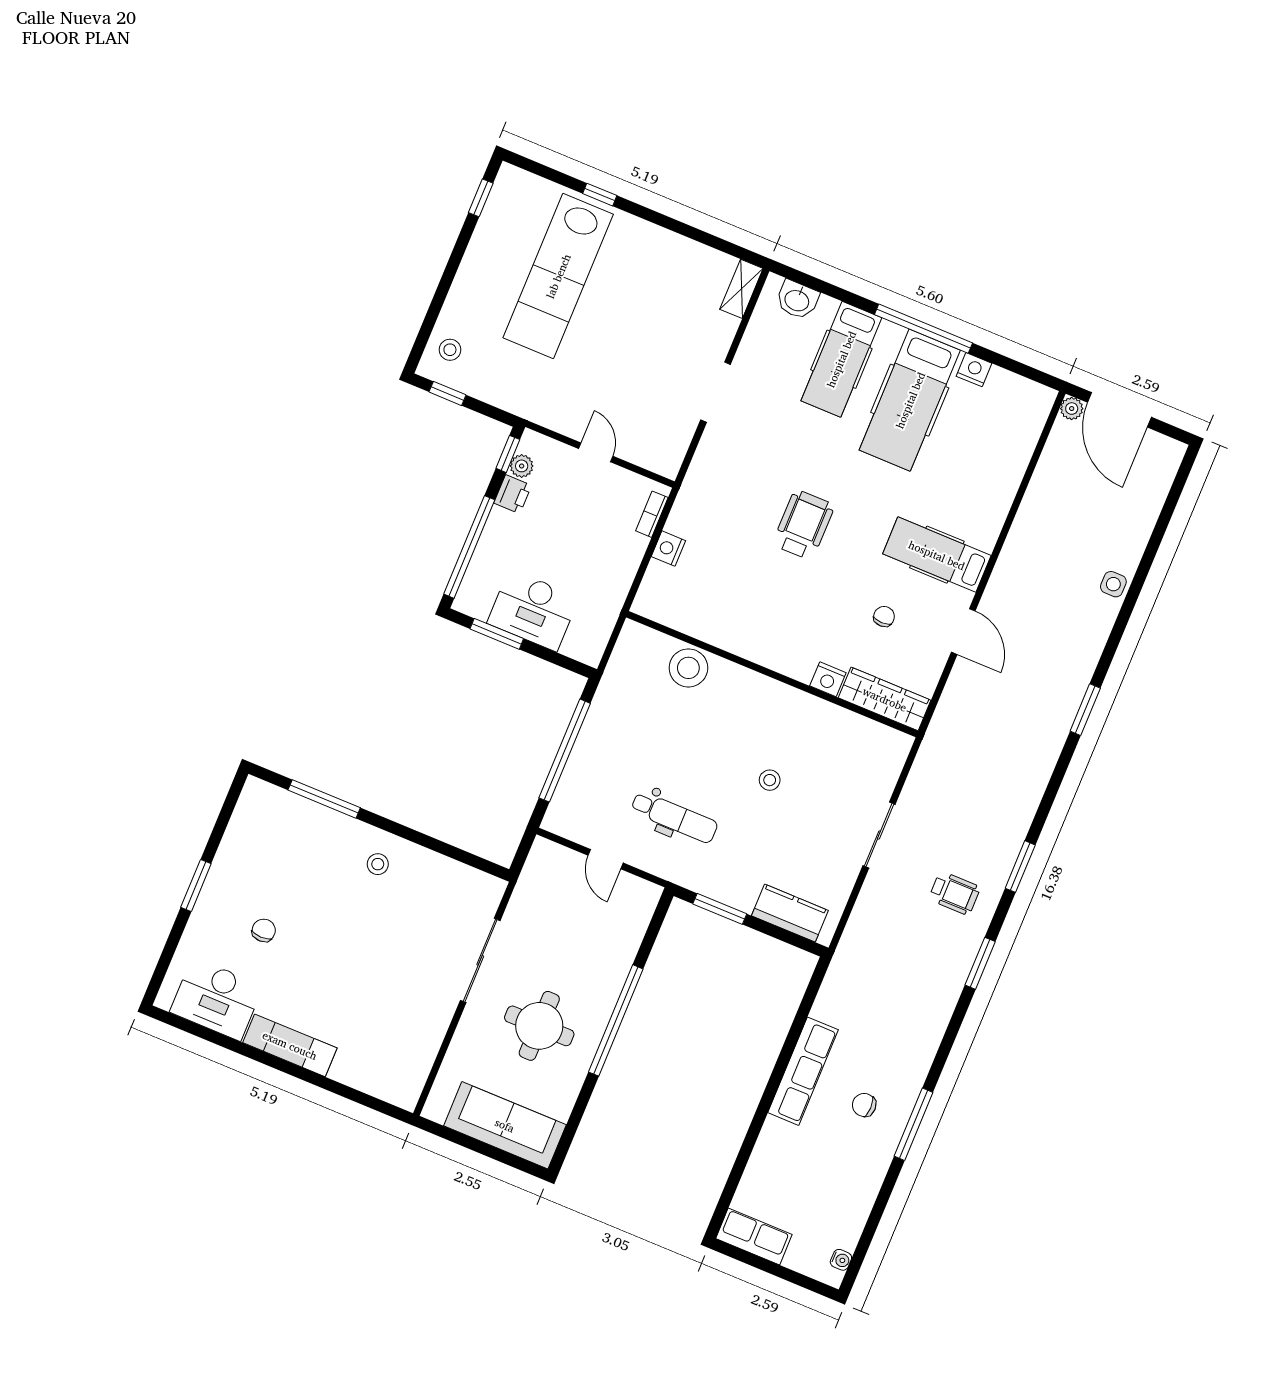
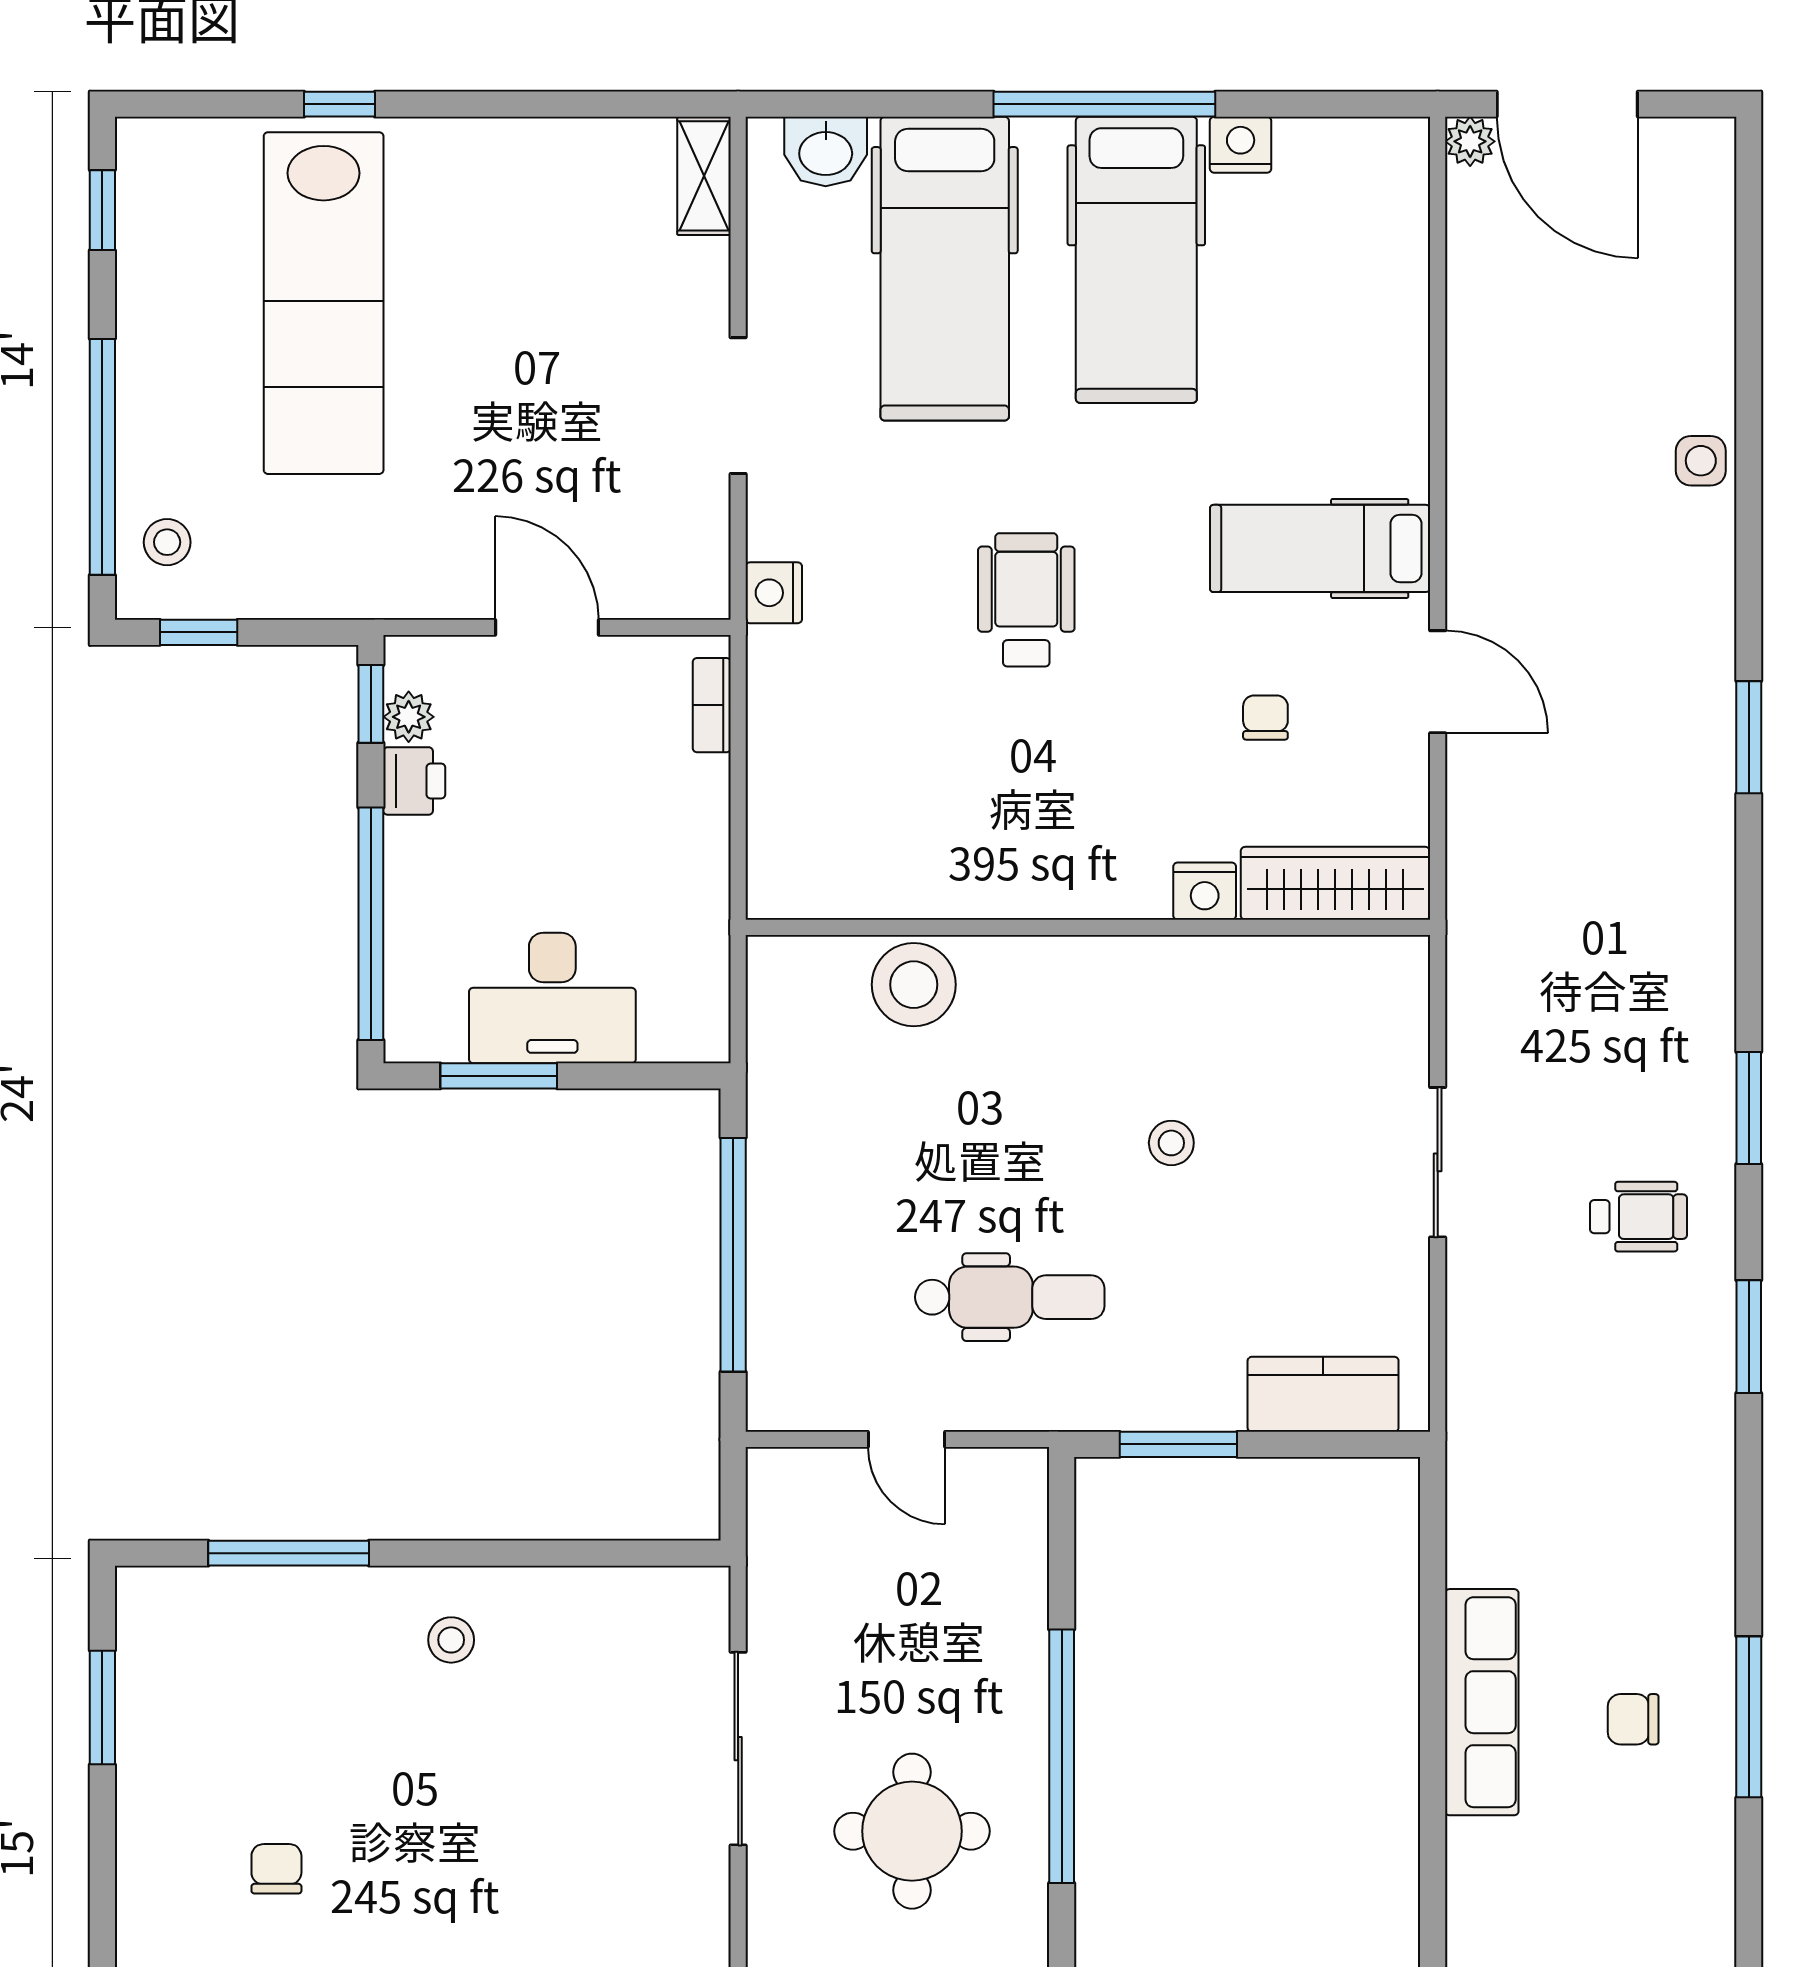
window: (438, 302) -> (102, 457), added
hospital bed: (841, 359) -> (945, 269), width x1.37, depth x1.29
door: (596, 452) -> (547, 627), width x1.38
nightstand: (668, 549) -> (774, 593), moved
window: (196, 886) -> (102, 1707), moved

